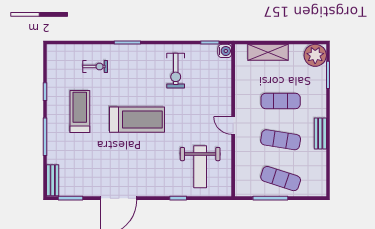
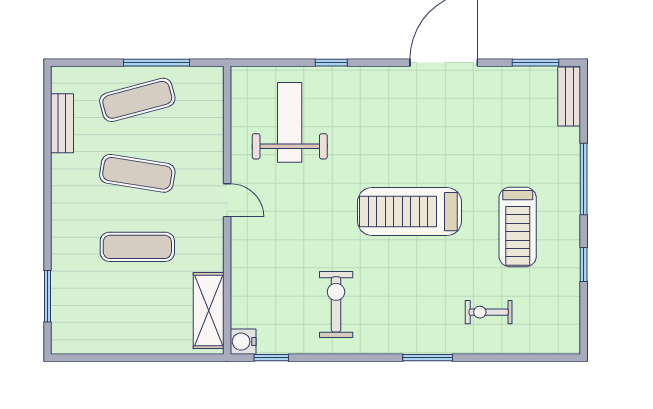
shelving: (268, 52) -> (209, 311), moved, turned 90
plant: (315, 55) -> (72, 333), removed
bench: (320, 134) -> (62, 123), moved
exercise mat: (281, 179) -> (137, 100), turned -33

